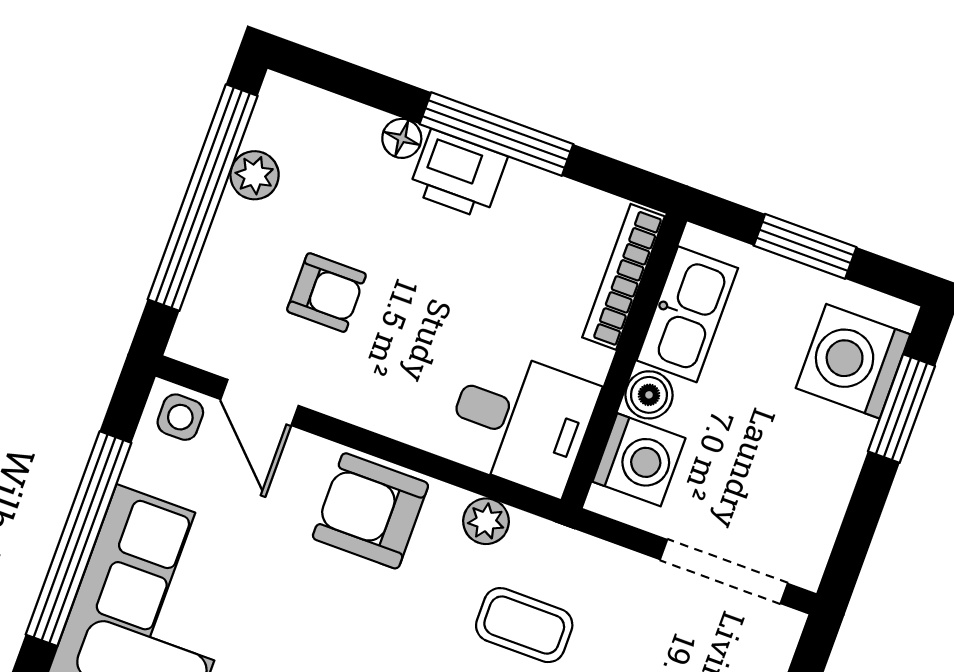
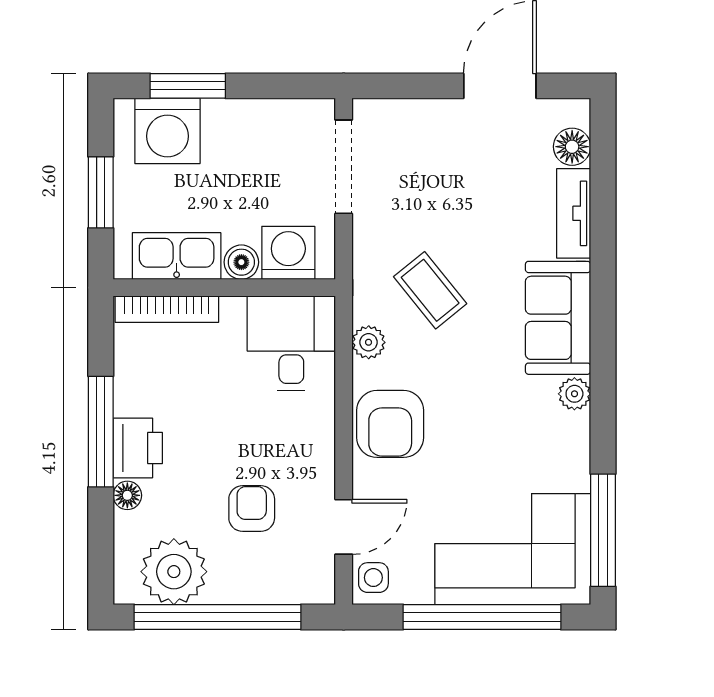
plant: (255, 175) -> (174, 572), width x1.87, depth x1.87
coffee table: (524, 625) -> (430, 290), turned -39

